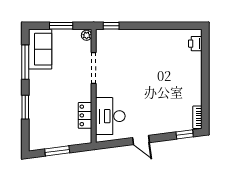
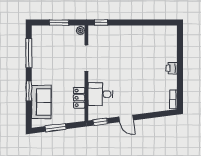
printer: (195, 44) -> (172, 68), moved
sofa: (40, 49) -> (41, 102), moved
desk: (110, 116) -> (100, 94), width x0.73
window: (185, 134) -> (100, 122), moved

